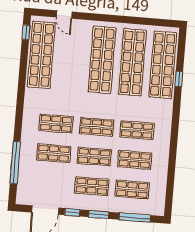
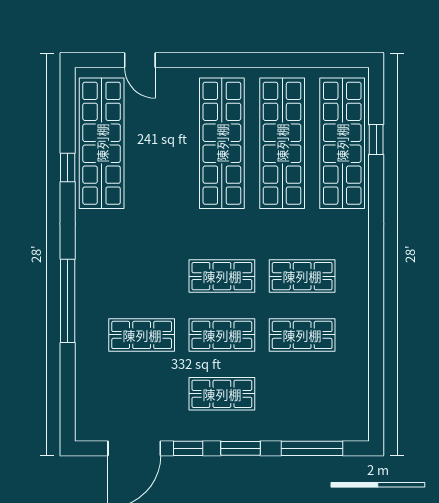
window: (26, 32) -> (68, 167), moved
window: (179, 79) -> (376, 140), moved
shop shelf: (56, 123) -> (142, 276), removed
window: (15, 162) -> (68, 301), moved
shop shelf: (132, 190) -> (302, 394), removed

